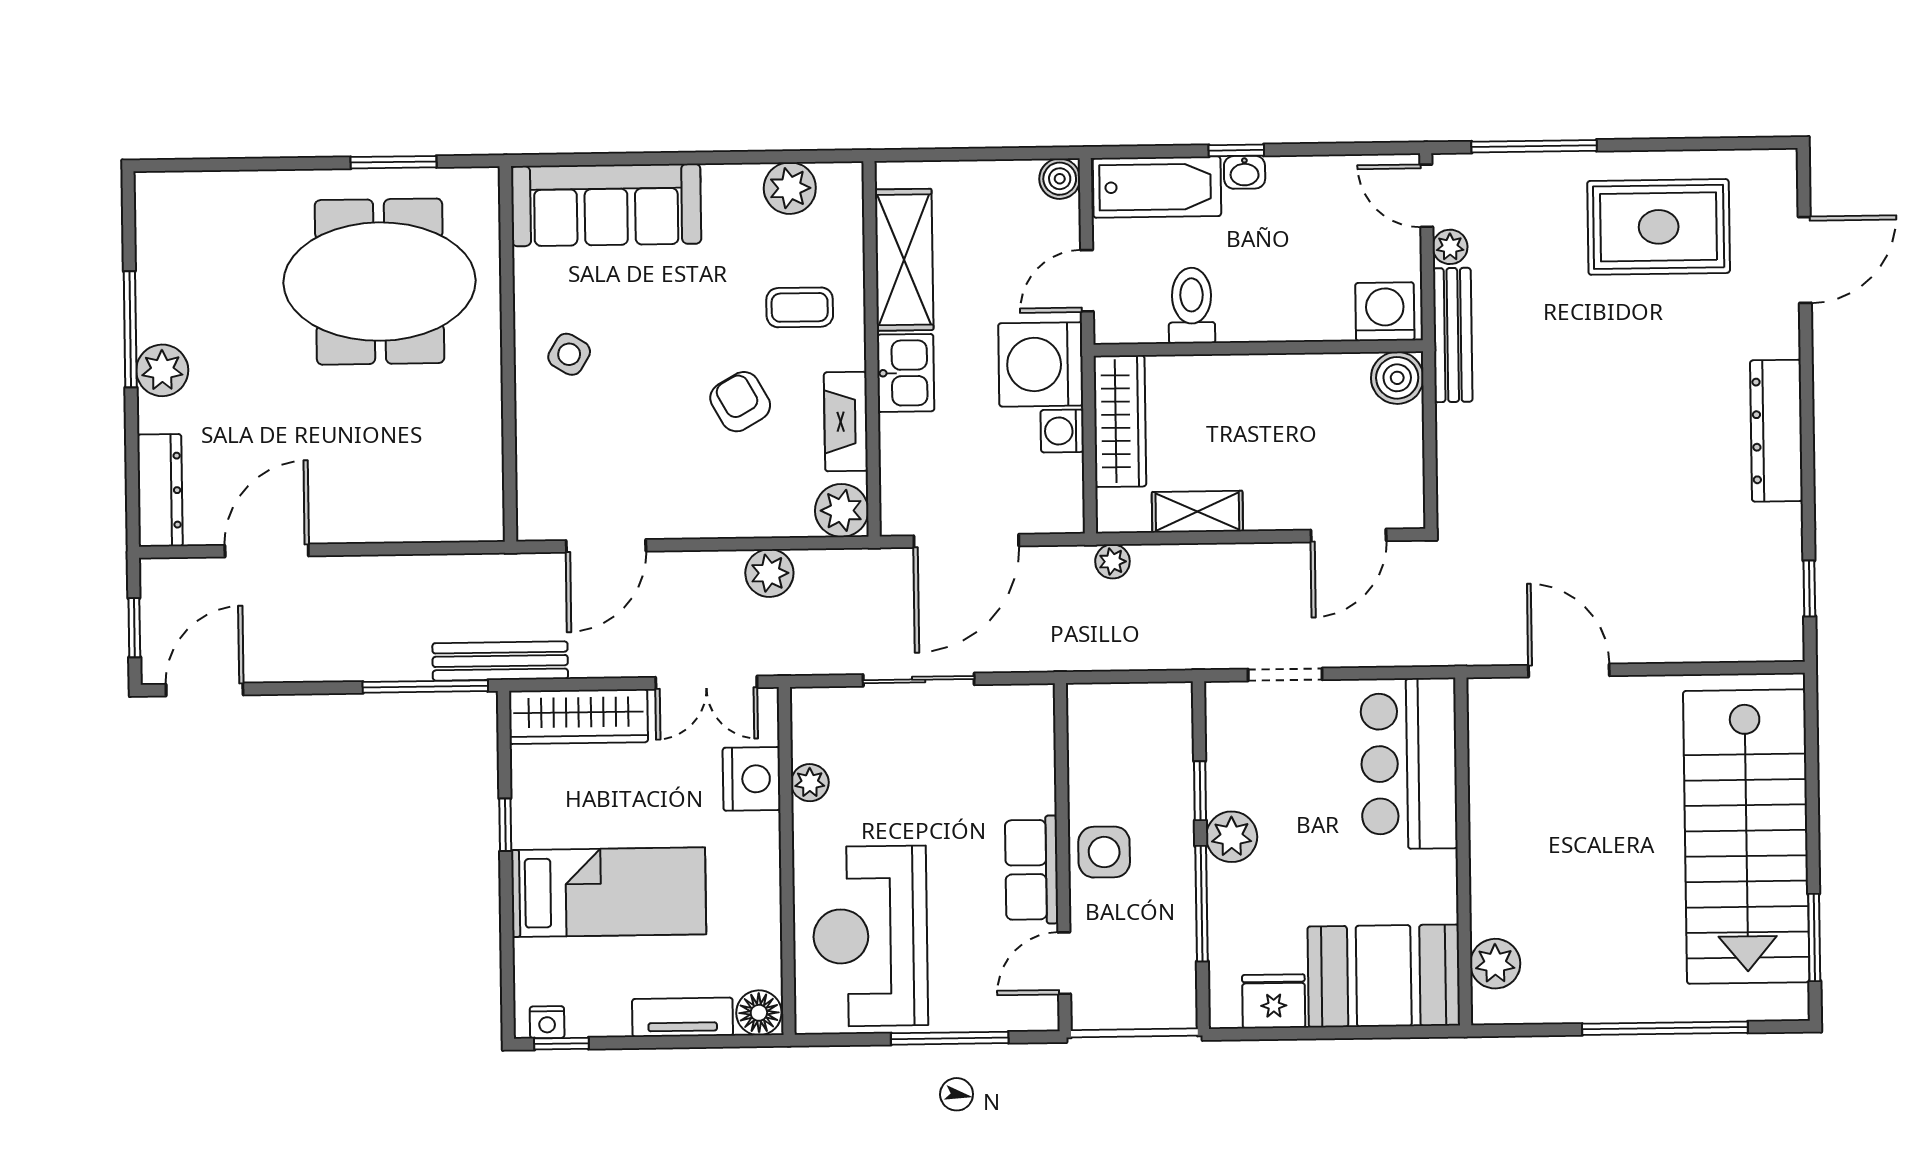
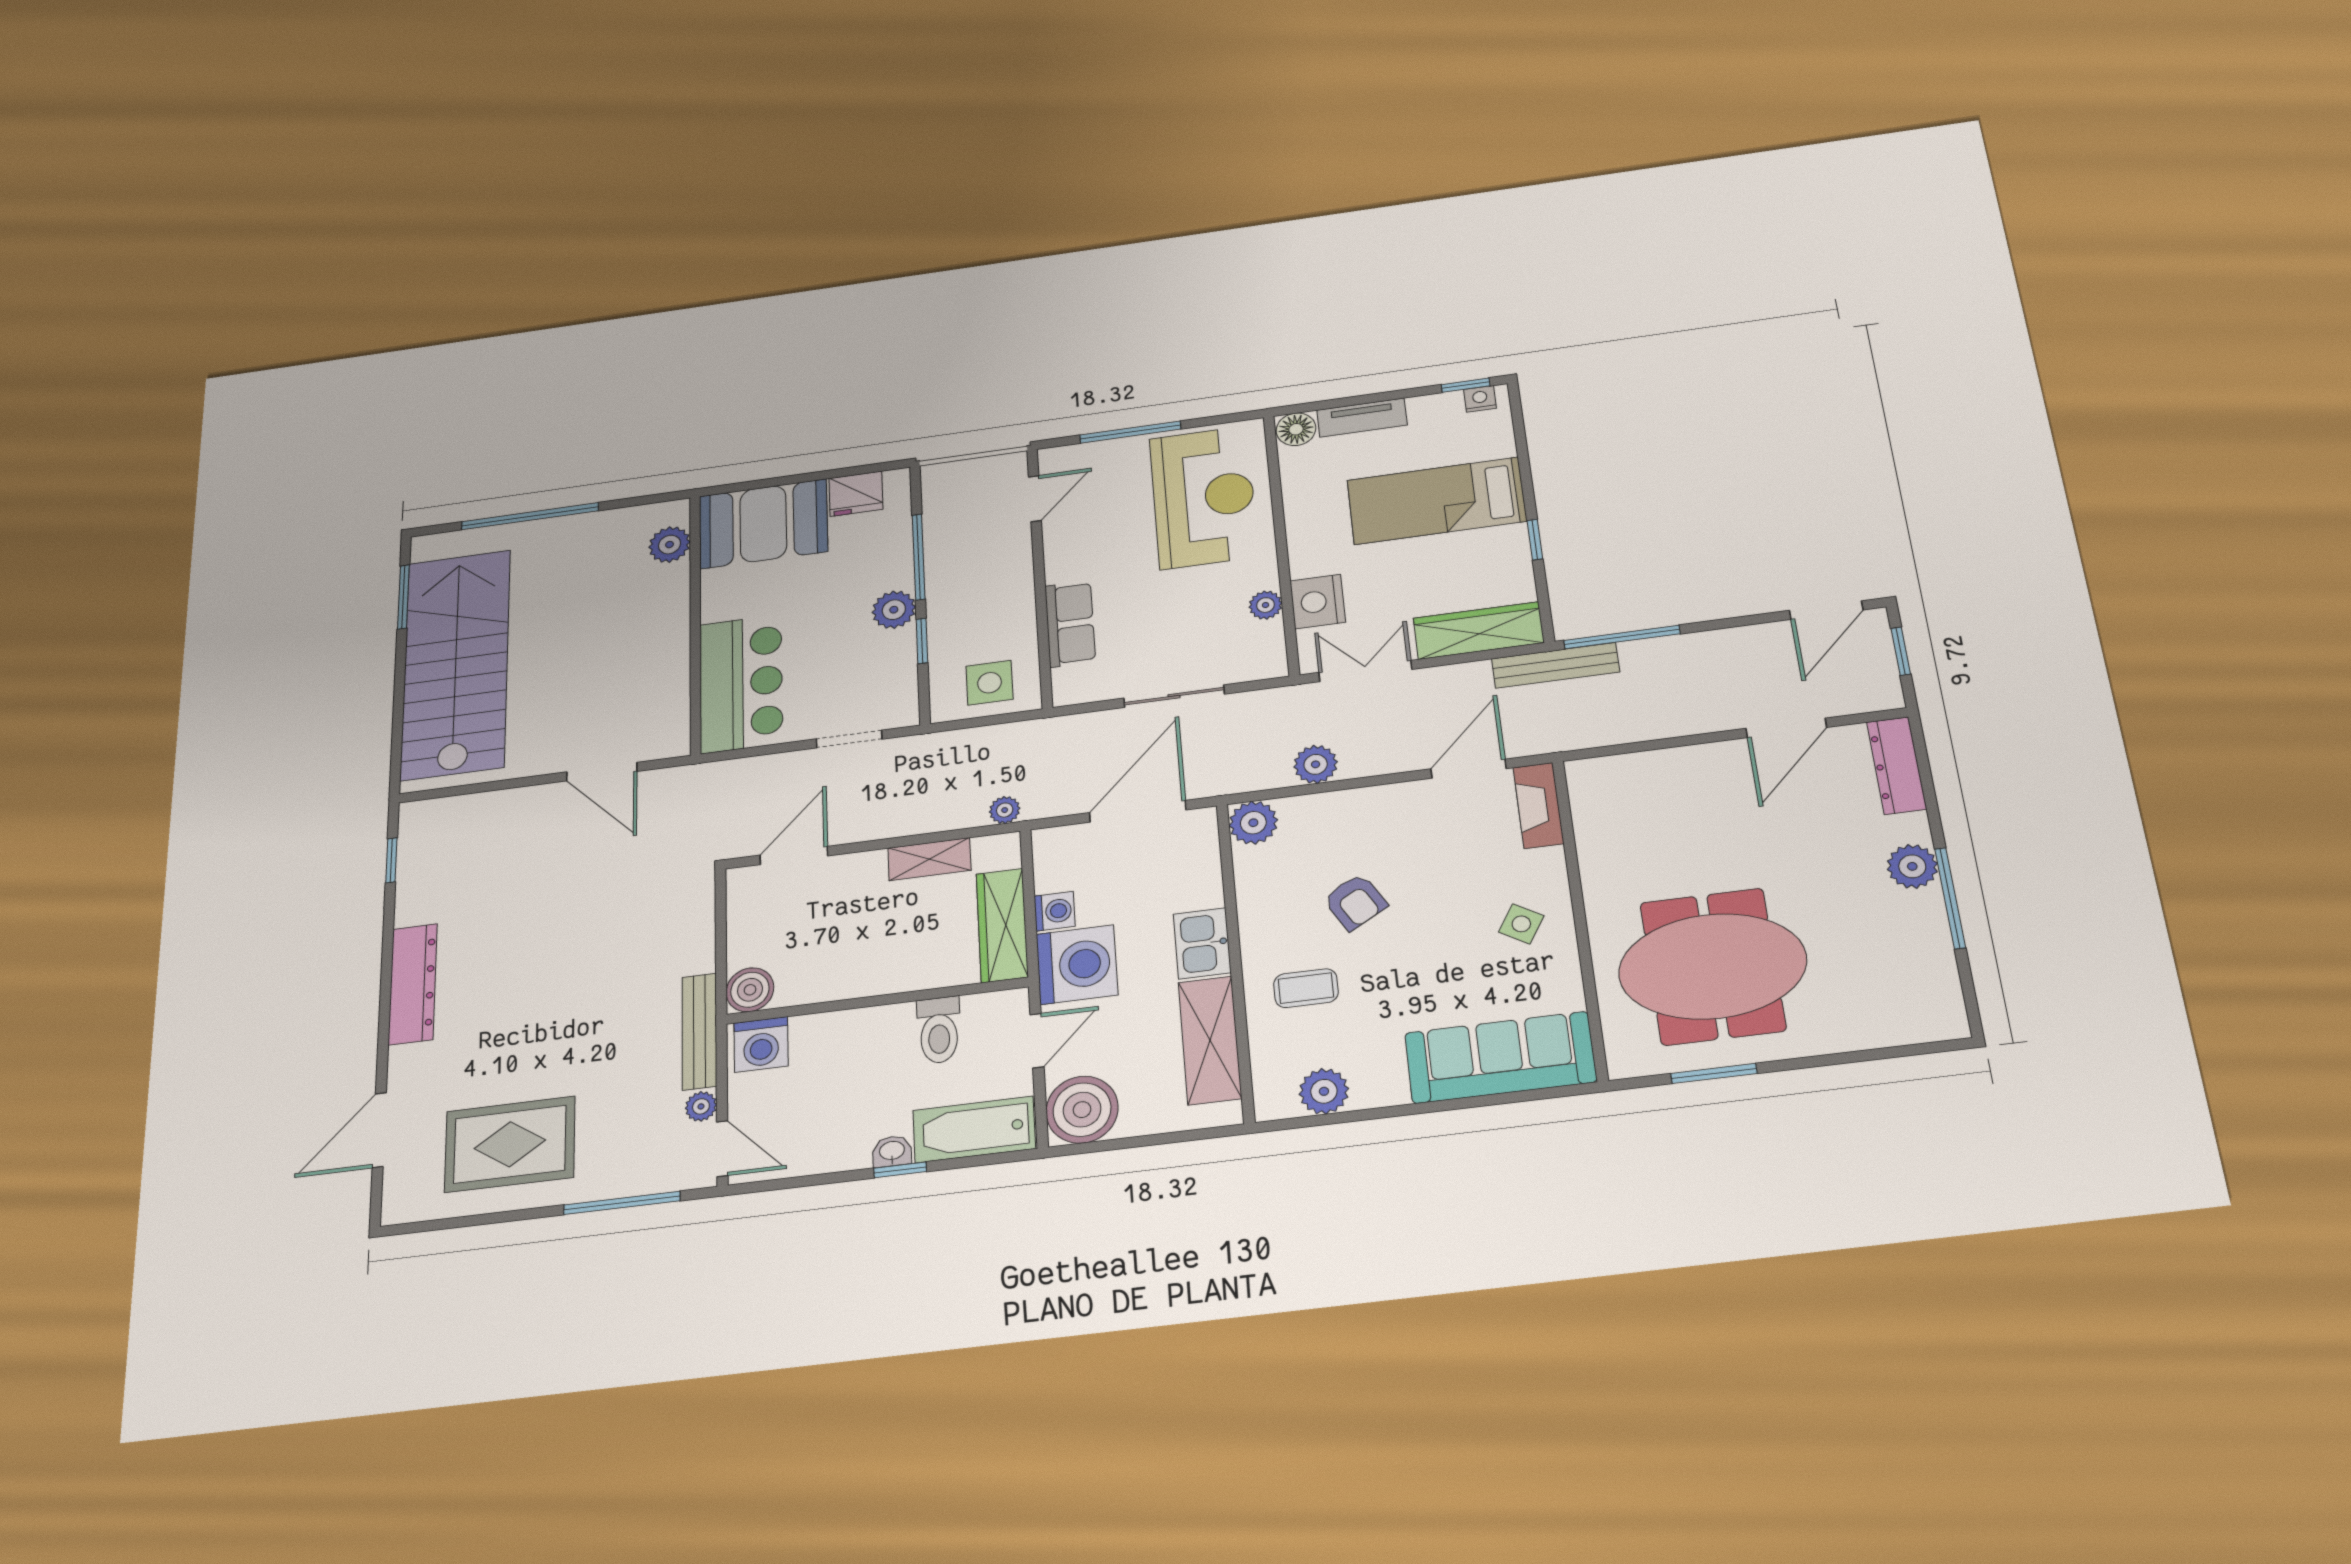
boiler: (1060, 179) -> (1082, 1110), width x1.86, depth x1.86
fireplace: (846, 422) -> (1538, 805), moved, turned 180
side table: (1104, 852) -> (990, 683), moved
row of seats: (1032, 870) -> (1070, 624), moved

